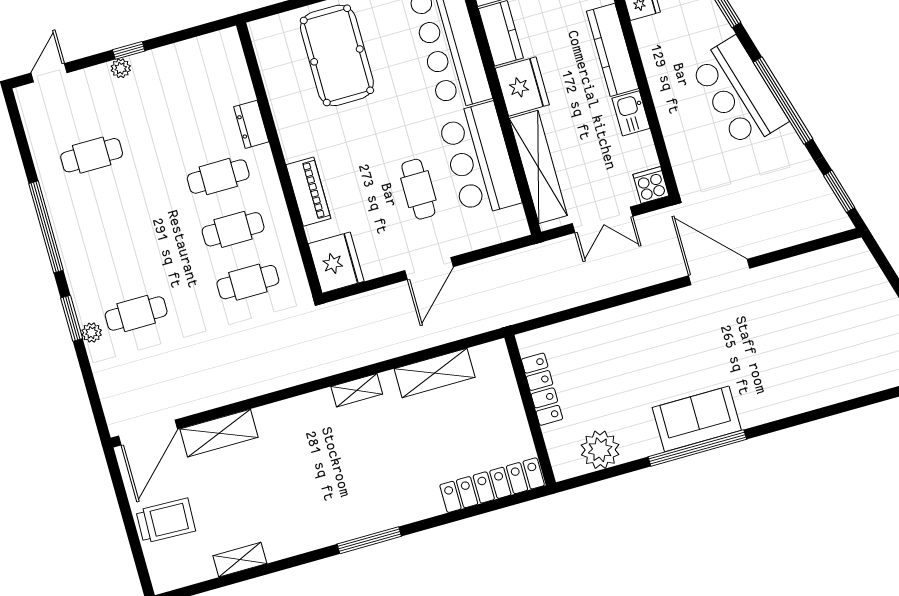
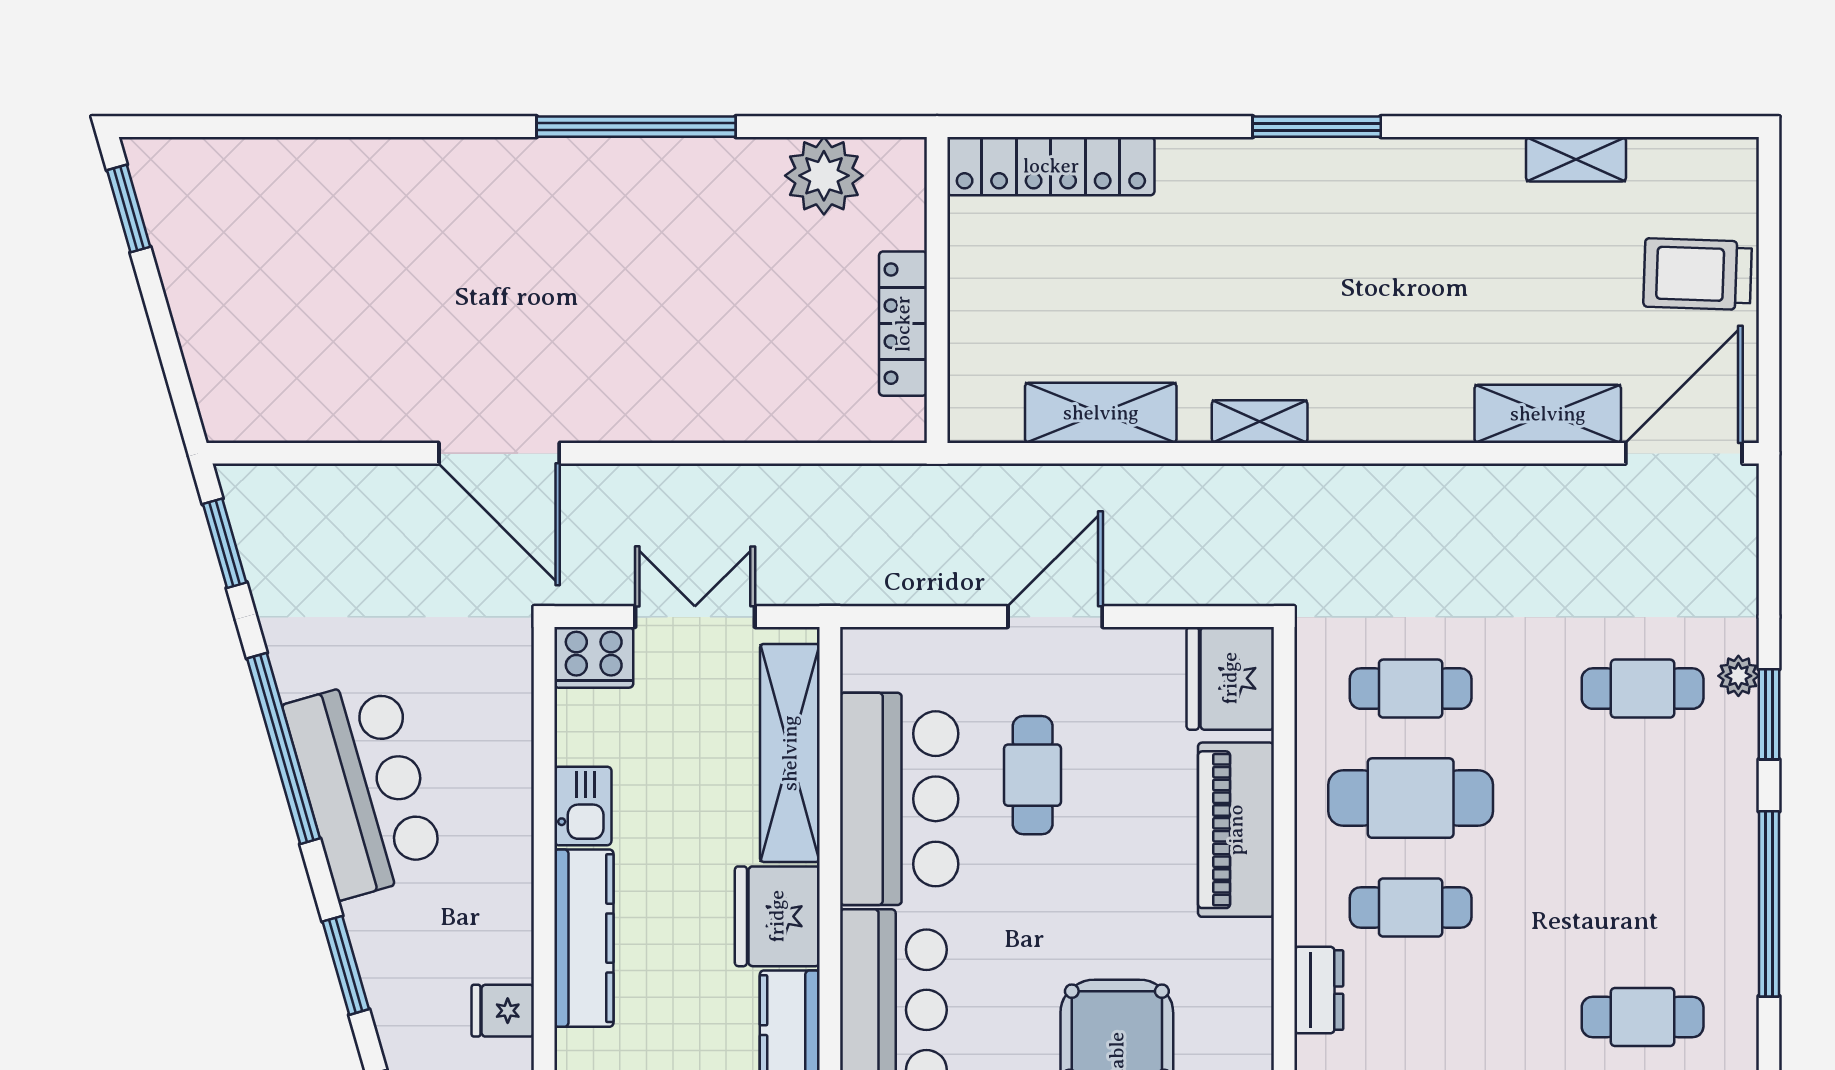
cooker: (651, 185) -> (594, 657), width x1.36
piano: (308, 192) -> (1236, 830), width x1.37, depth x1.33
cafe table: (233, 229) -> (1411, 798), width x1.37, depth x1.35
sofa: (697, 419) -> (621, 183), removed

